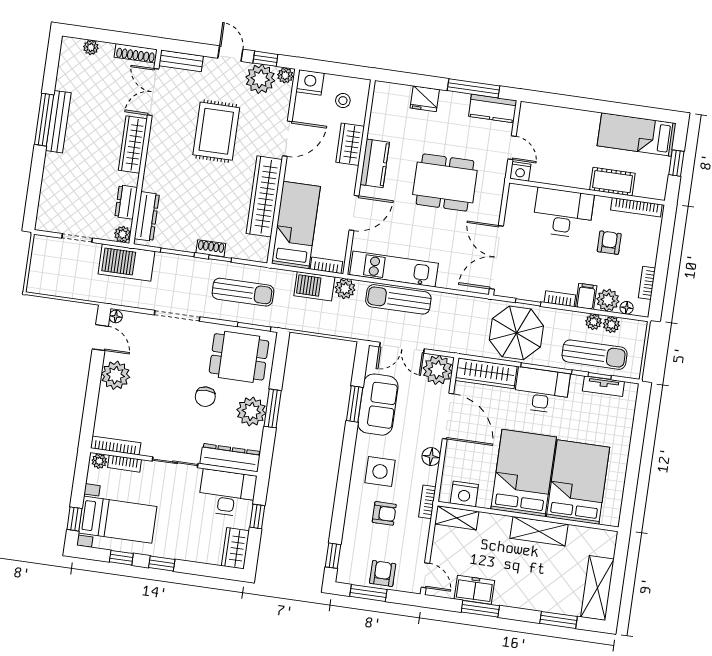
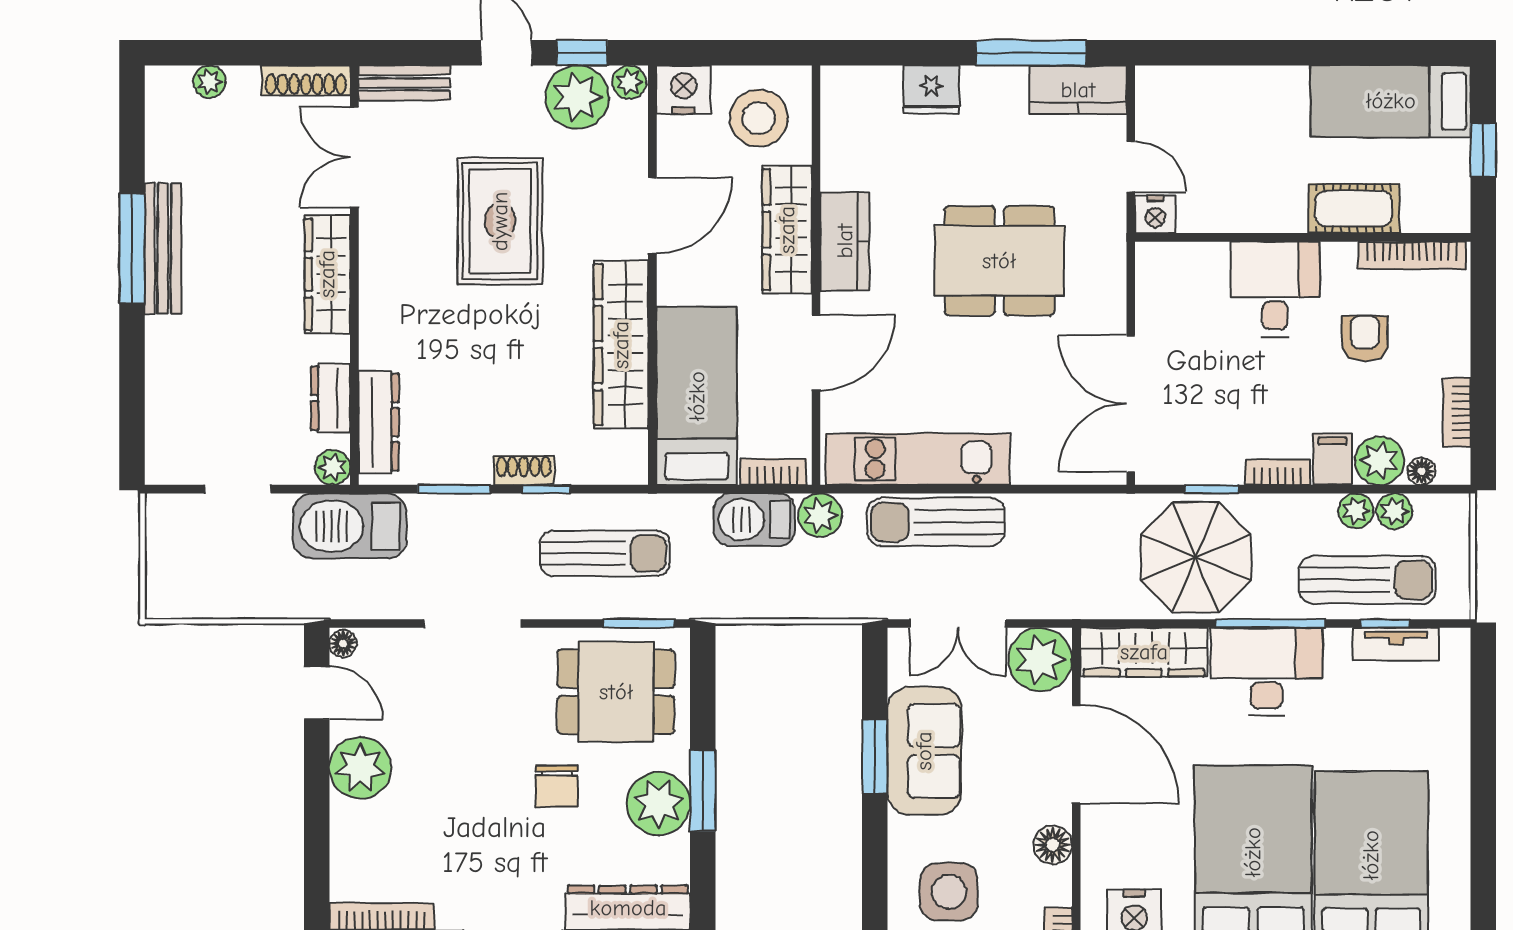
stool: (343, 101) -> (759, 118), width x1.89, depth x1.89
wardrobe: (350, 144) -> (787, 230), width x1.50
desk: (563, 213) -> (1275, 289), width x0.73

